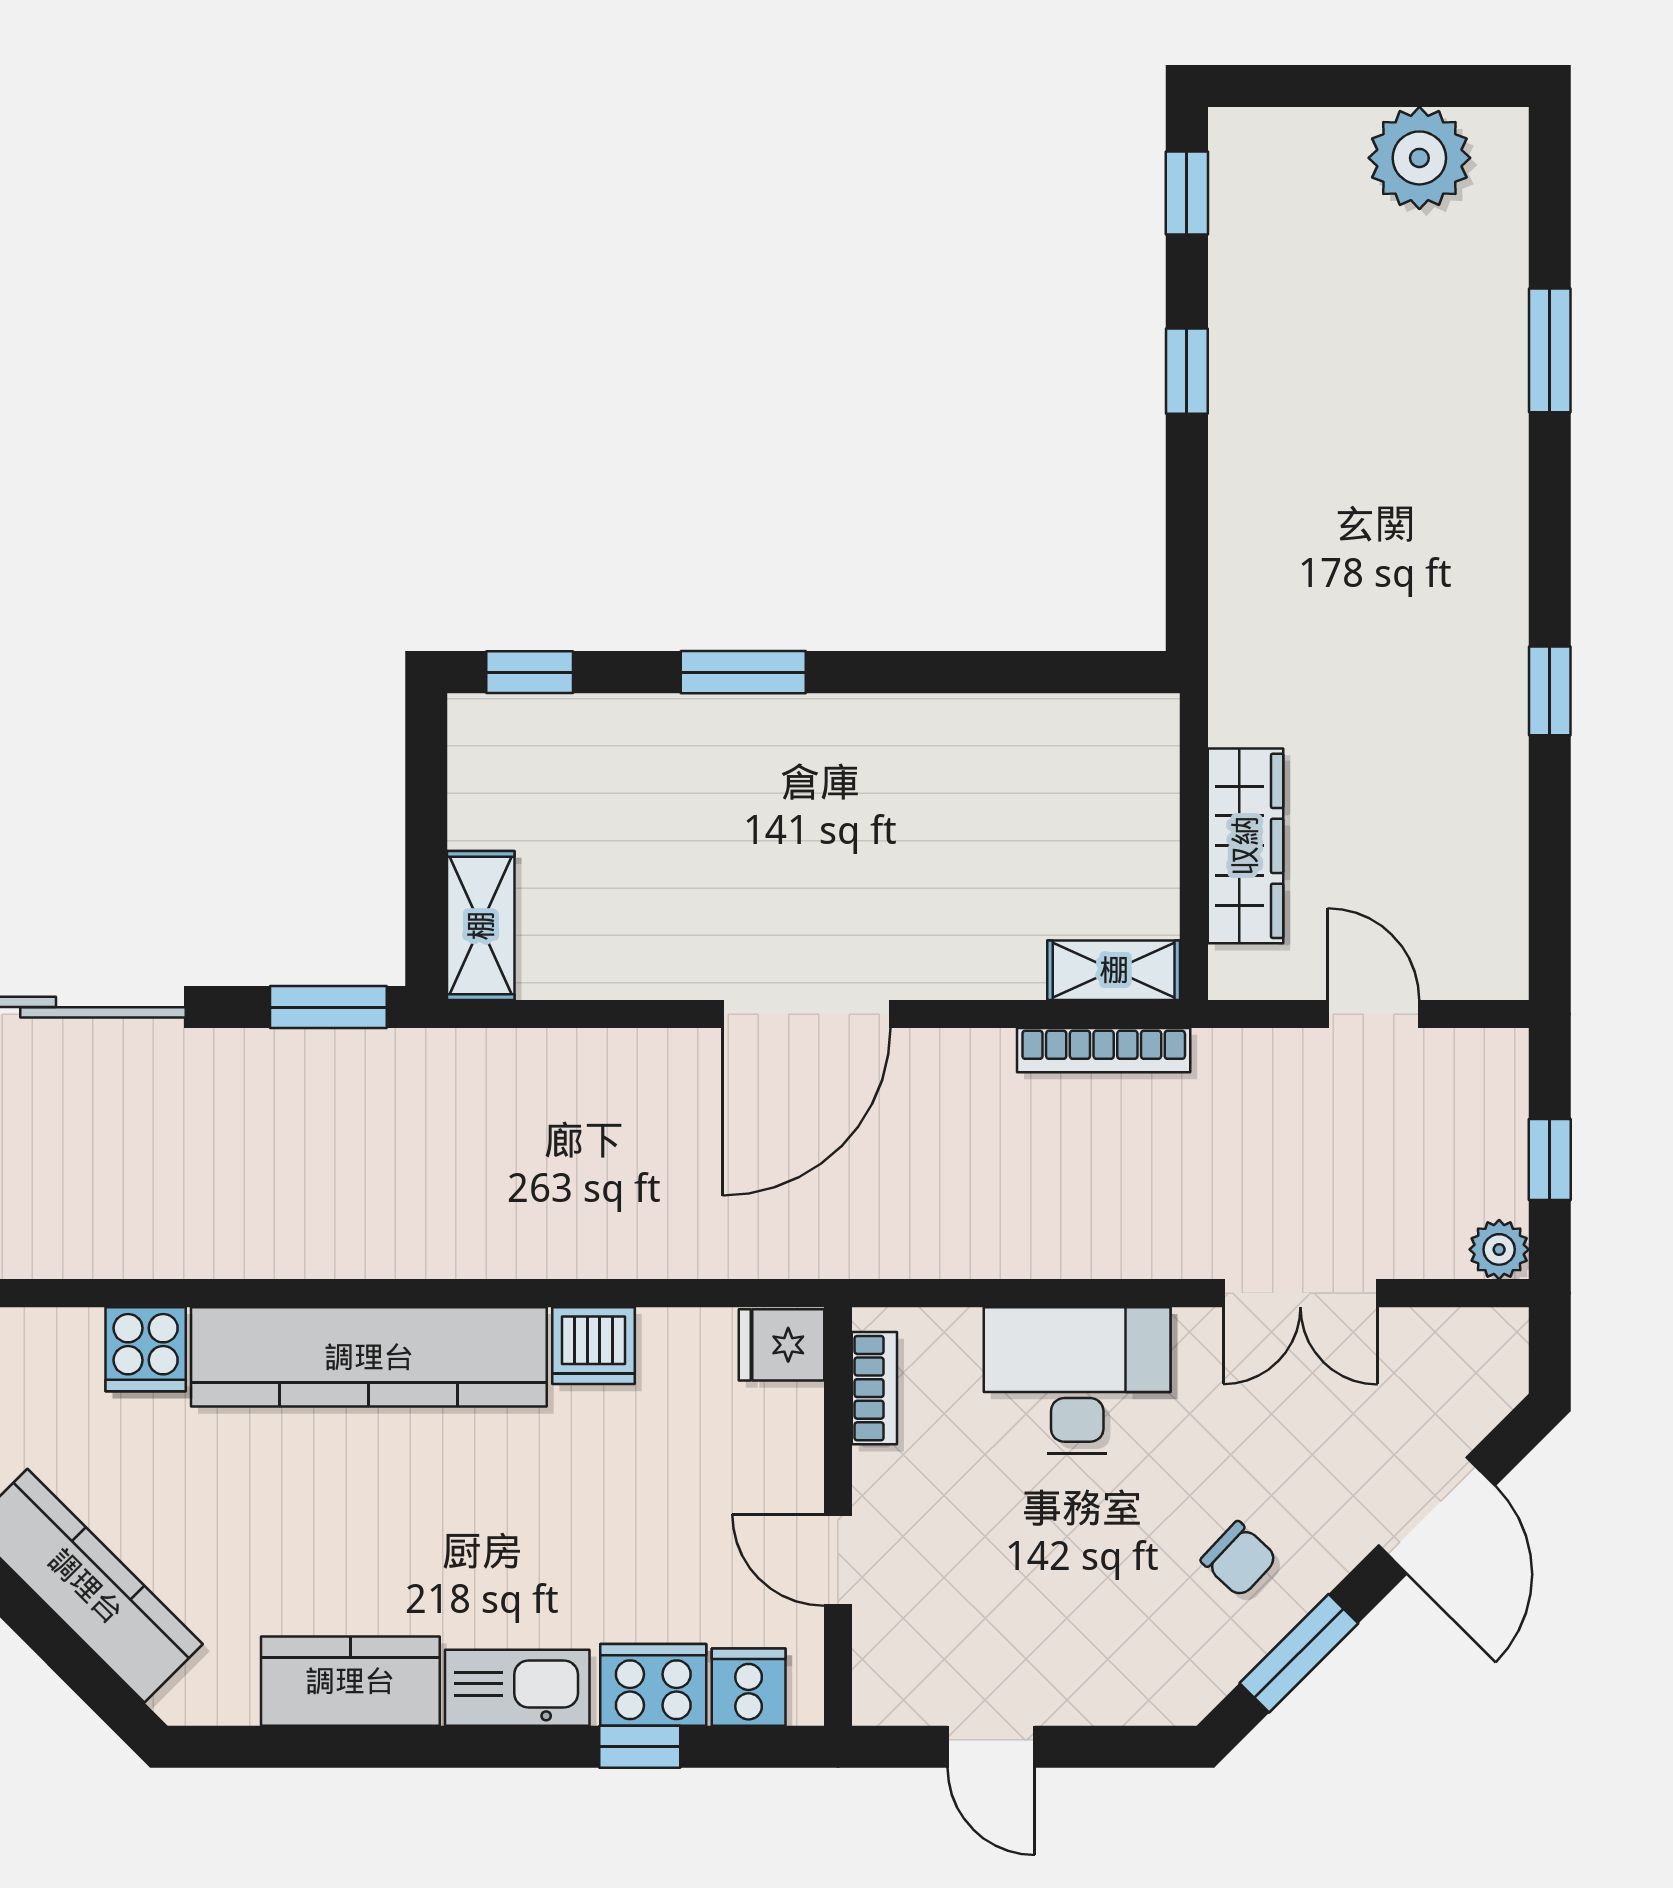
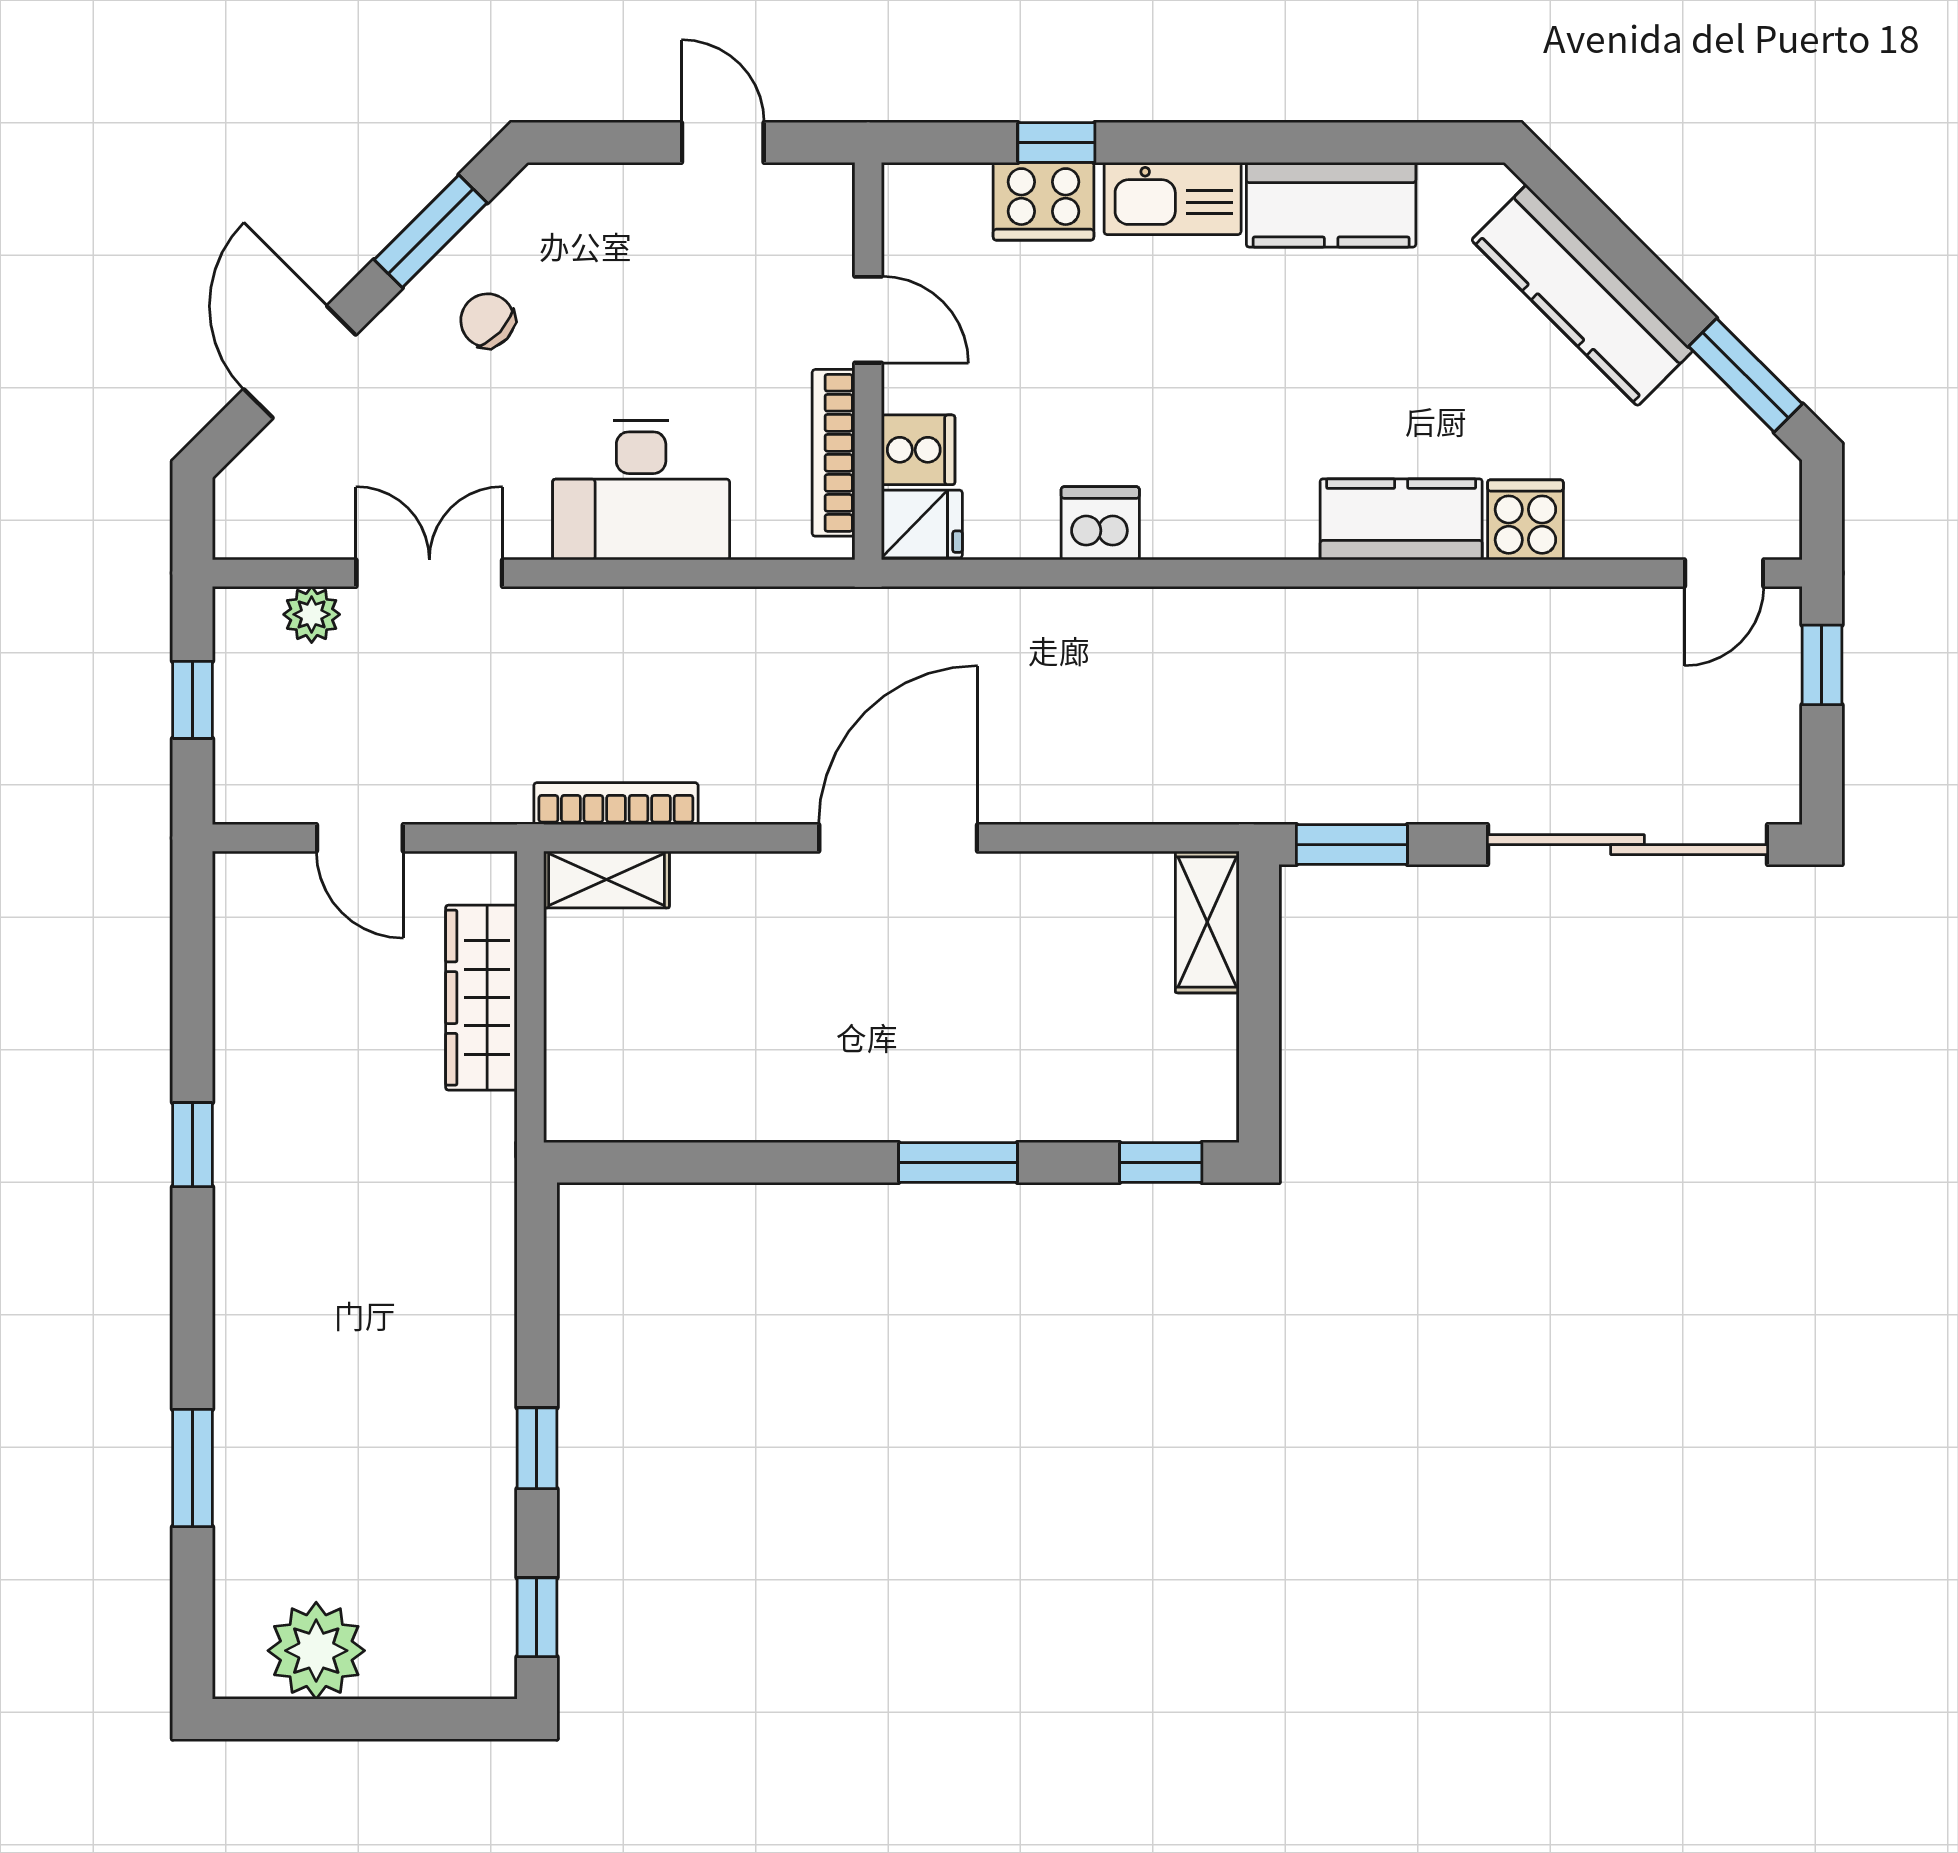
plant: (1499, 1249) -> (312, 614), moved
kitchen counter: (369, 1357) -> (1401, 519), width x0.48, depth x0.86
bookcase: (874, 1388) -> (834, 453), width x1.56
cooker: (749, 1687) -> (918, 450), moved, turned -90

